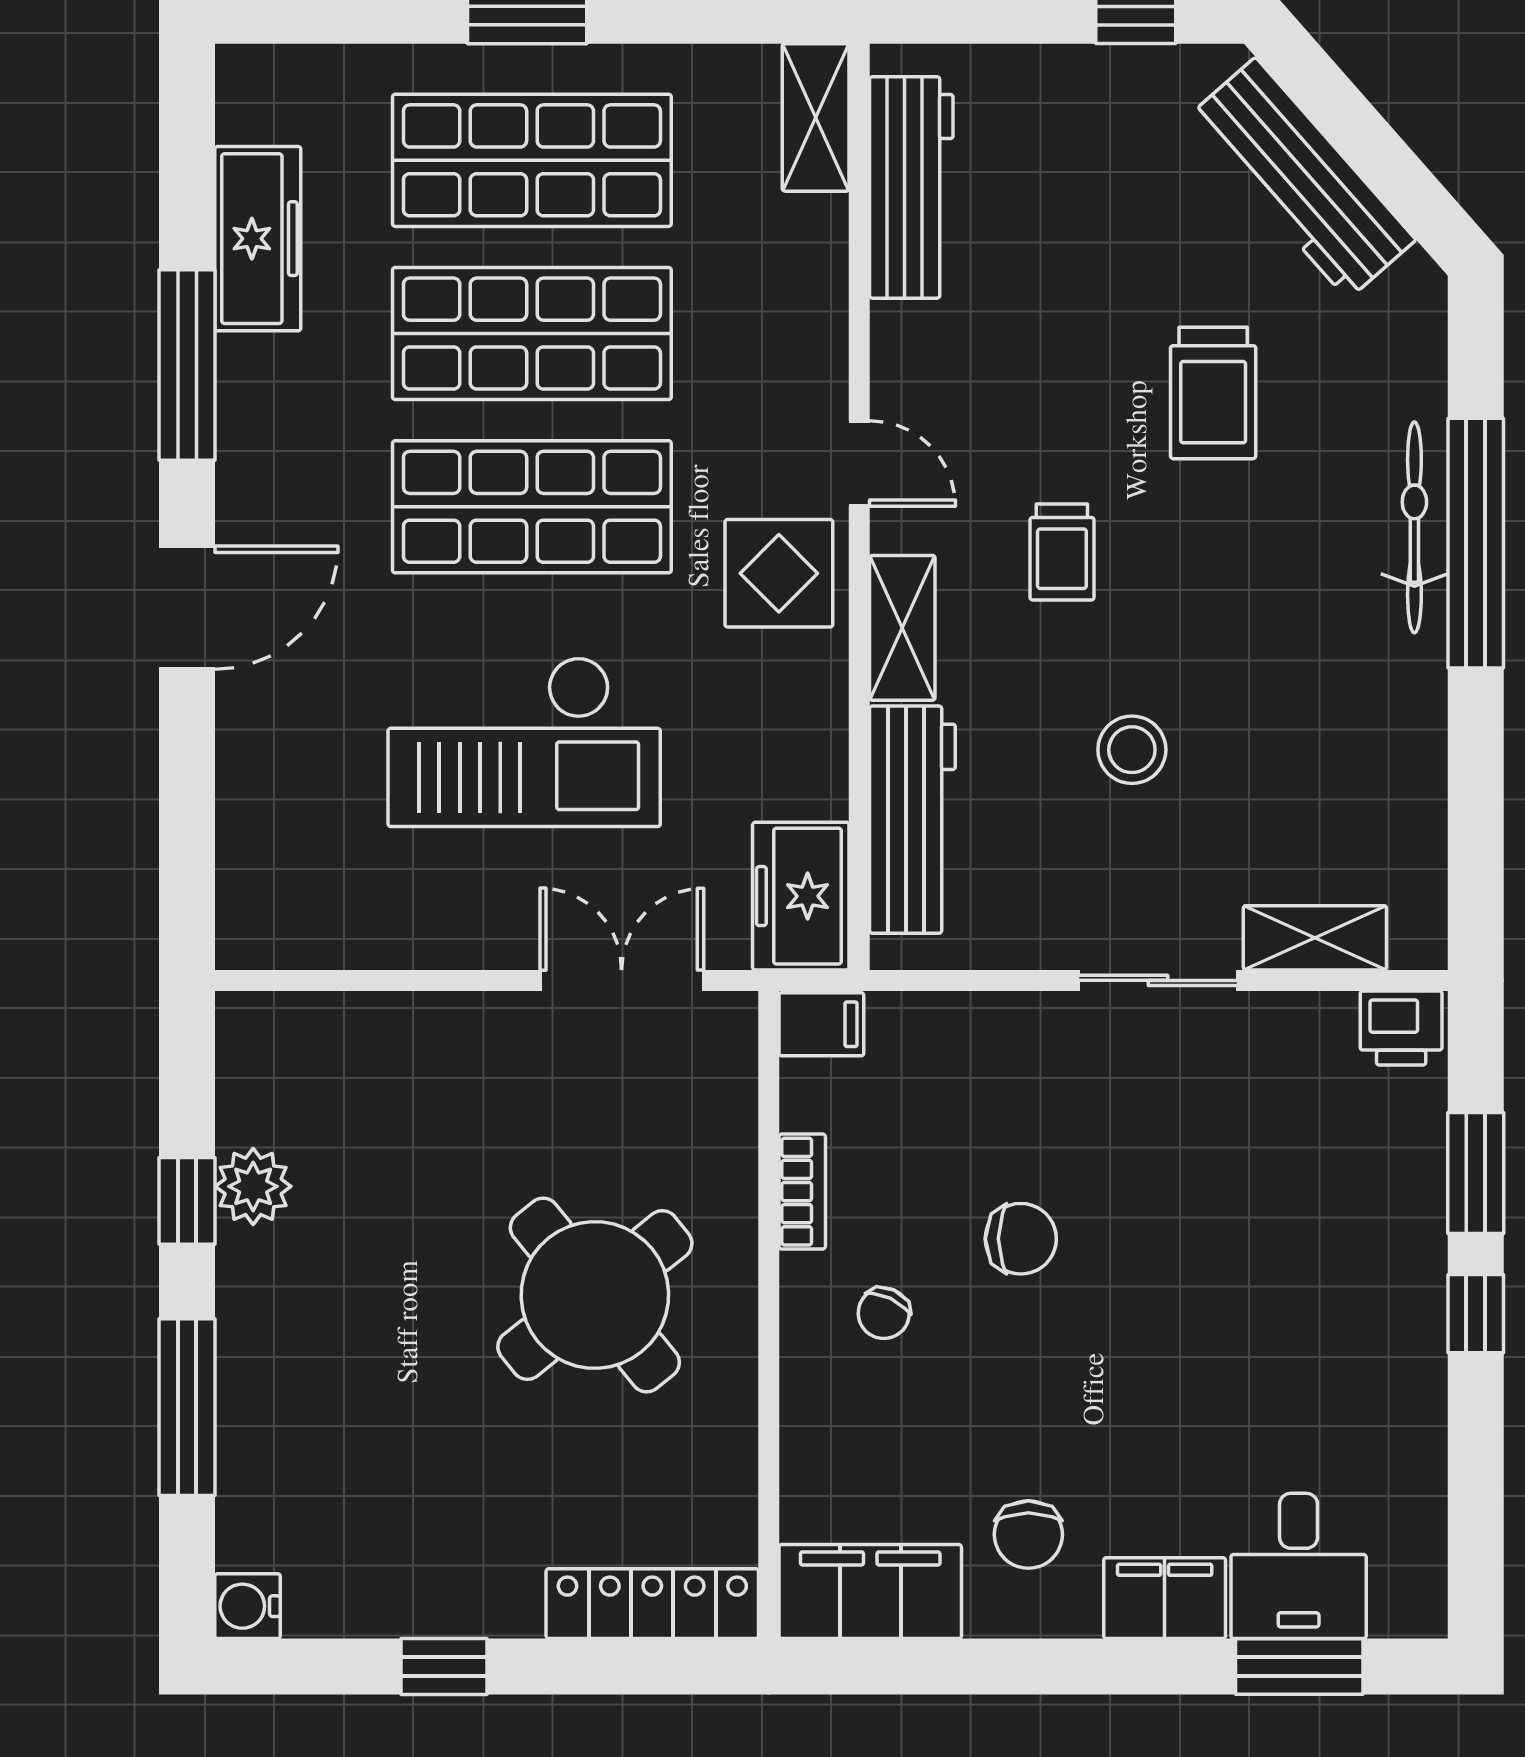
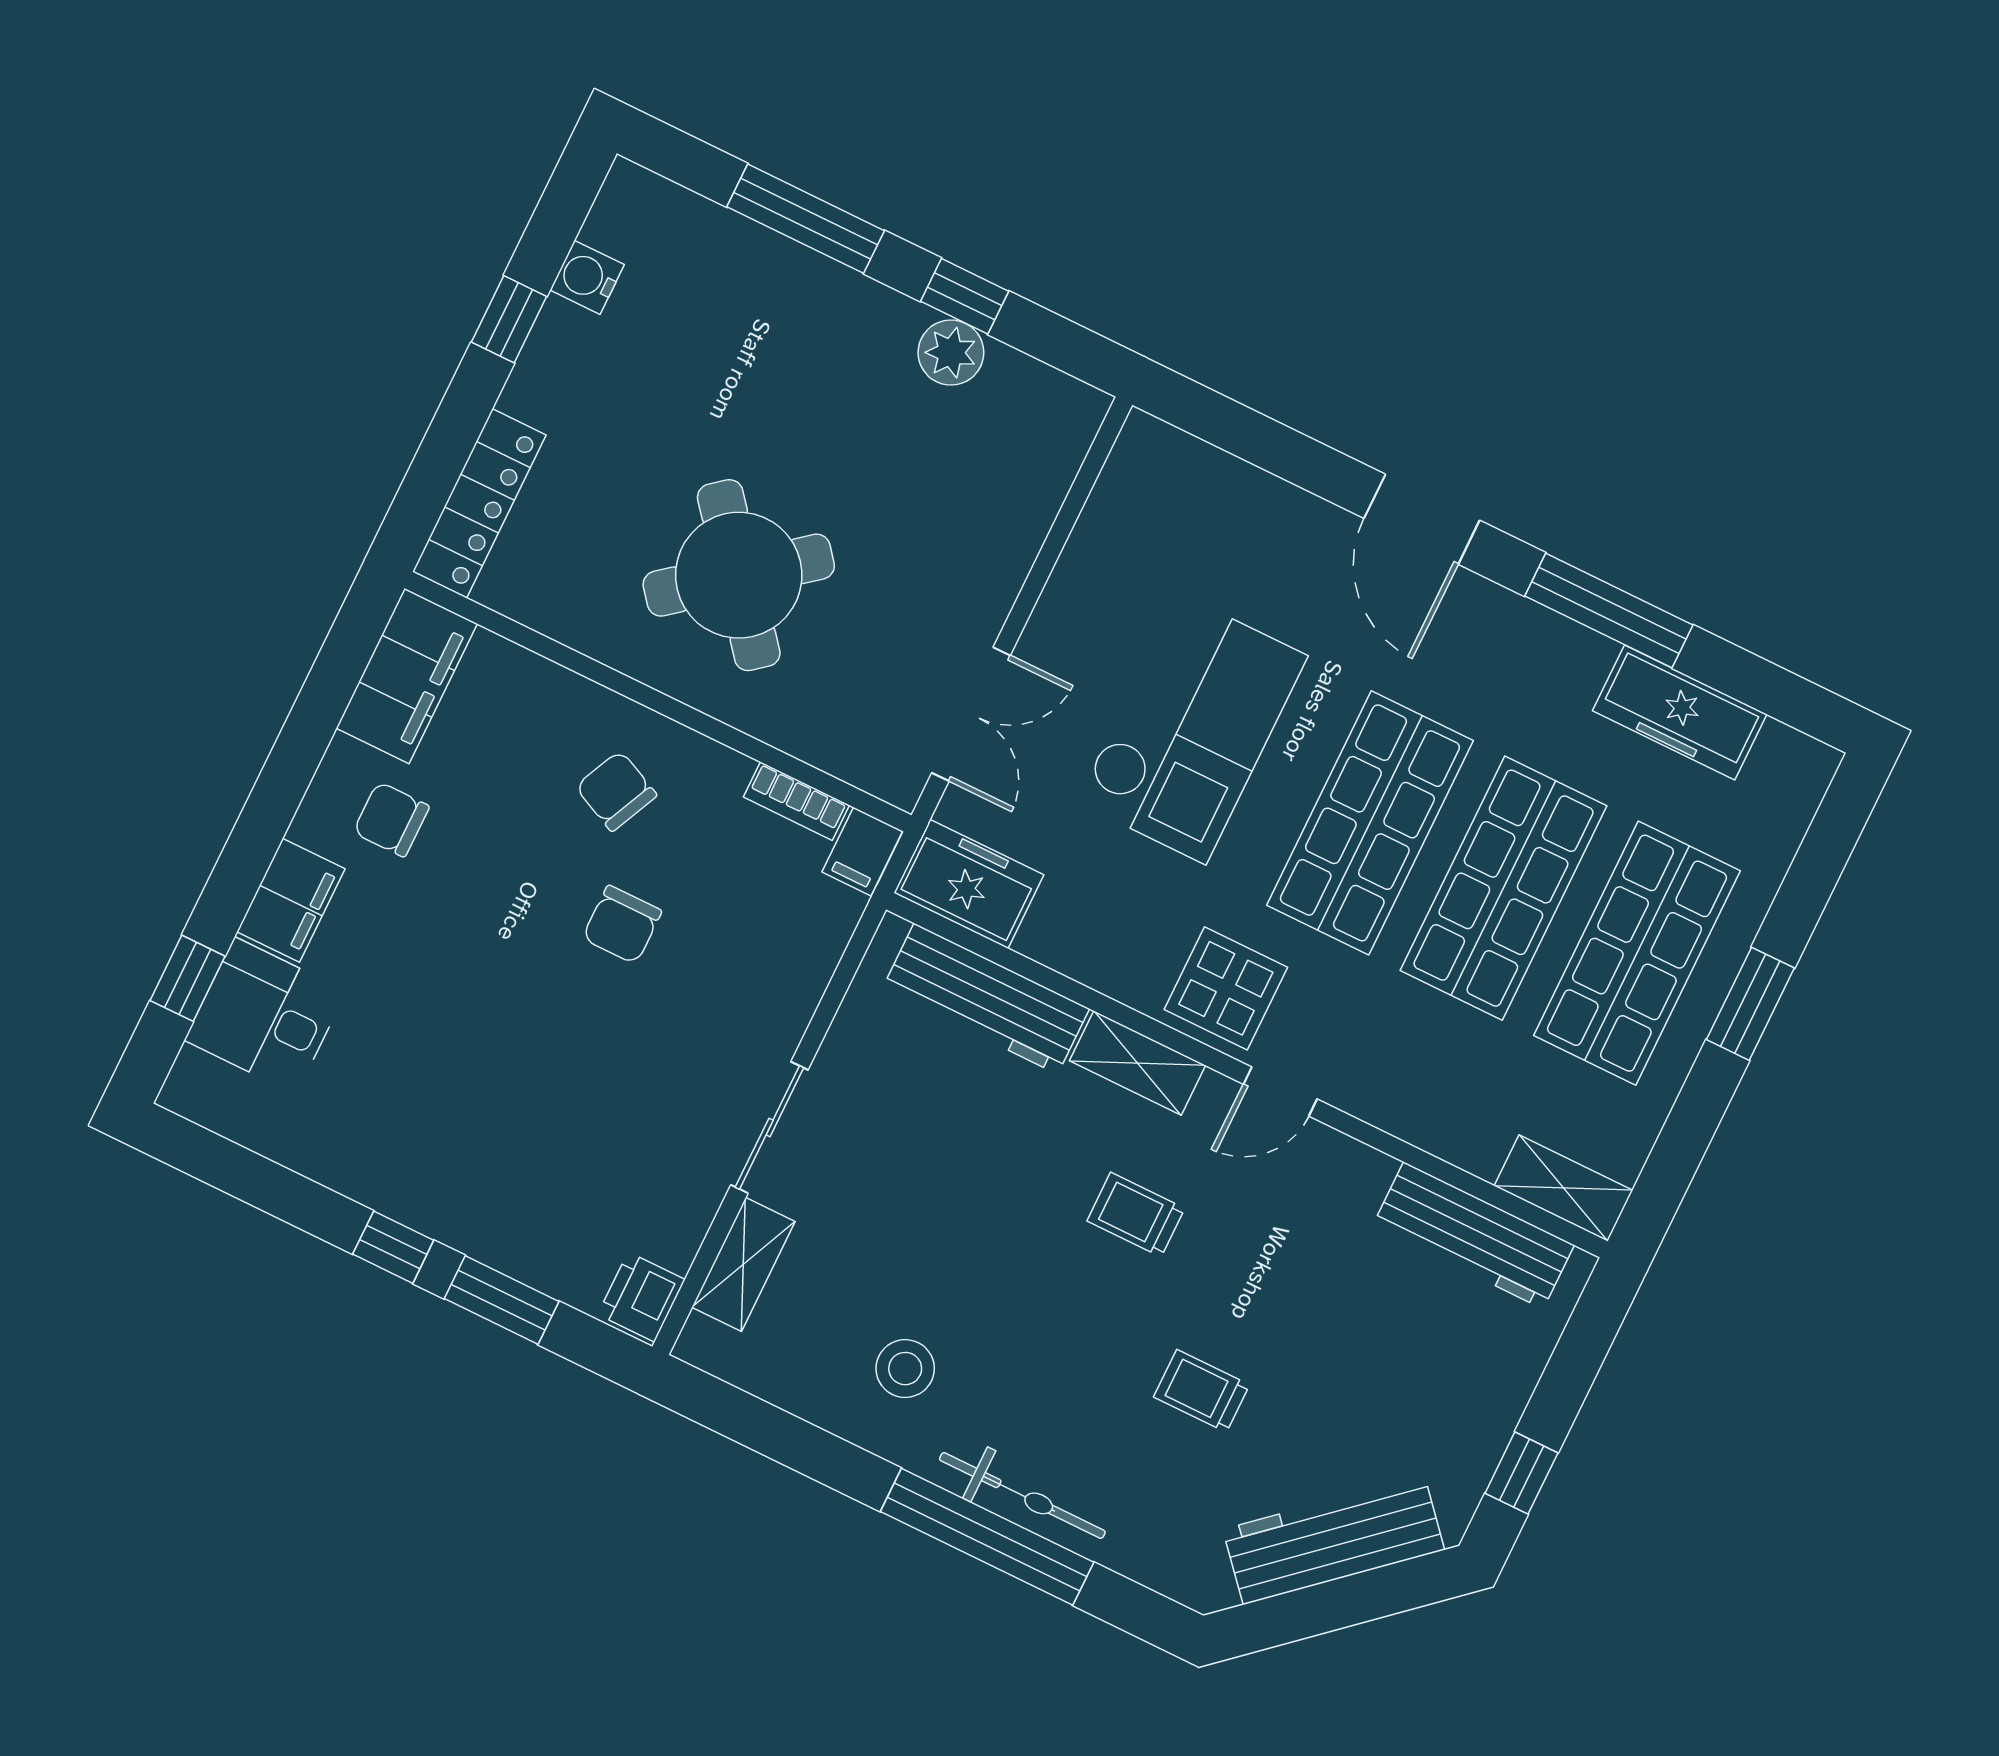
trolley: (1213, 393) -> (1202, 1391), width x0.73, depth x0.72
checkout: (524, 742) -> (1192, 729), turned 180
stool: (1132, 750) -> (905, 1369), moved
bookcase: (802, 1192) -> (796, 801), moved
chair: (884, 1313) -> (616, 791), width x1.37, depth x1.37
water cooler: (248, 1606) -> (587, 277), moved, turned -90
window: (1299, 1667) -> (188, 978), width x0.67

